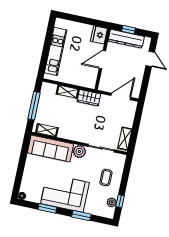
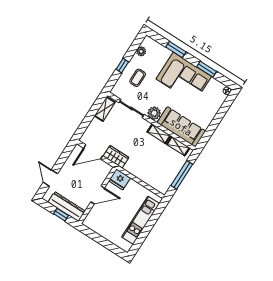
fridge: (99, 35) -> (120, 179), moved, turned 90
shelving: (68, 92) -> (159, 134), moved
wardrobe: (89, 98) -> (116, 157), moved
window: (120, 201) -> (122, 66), moved

